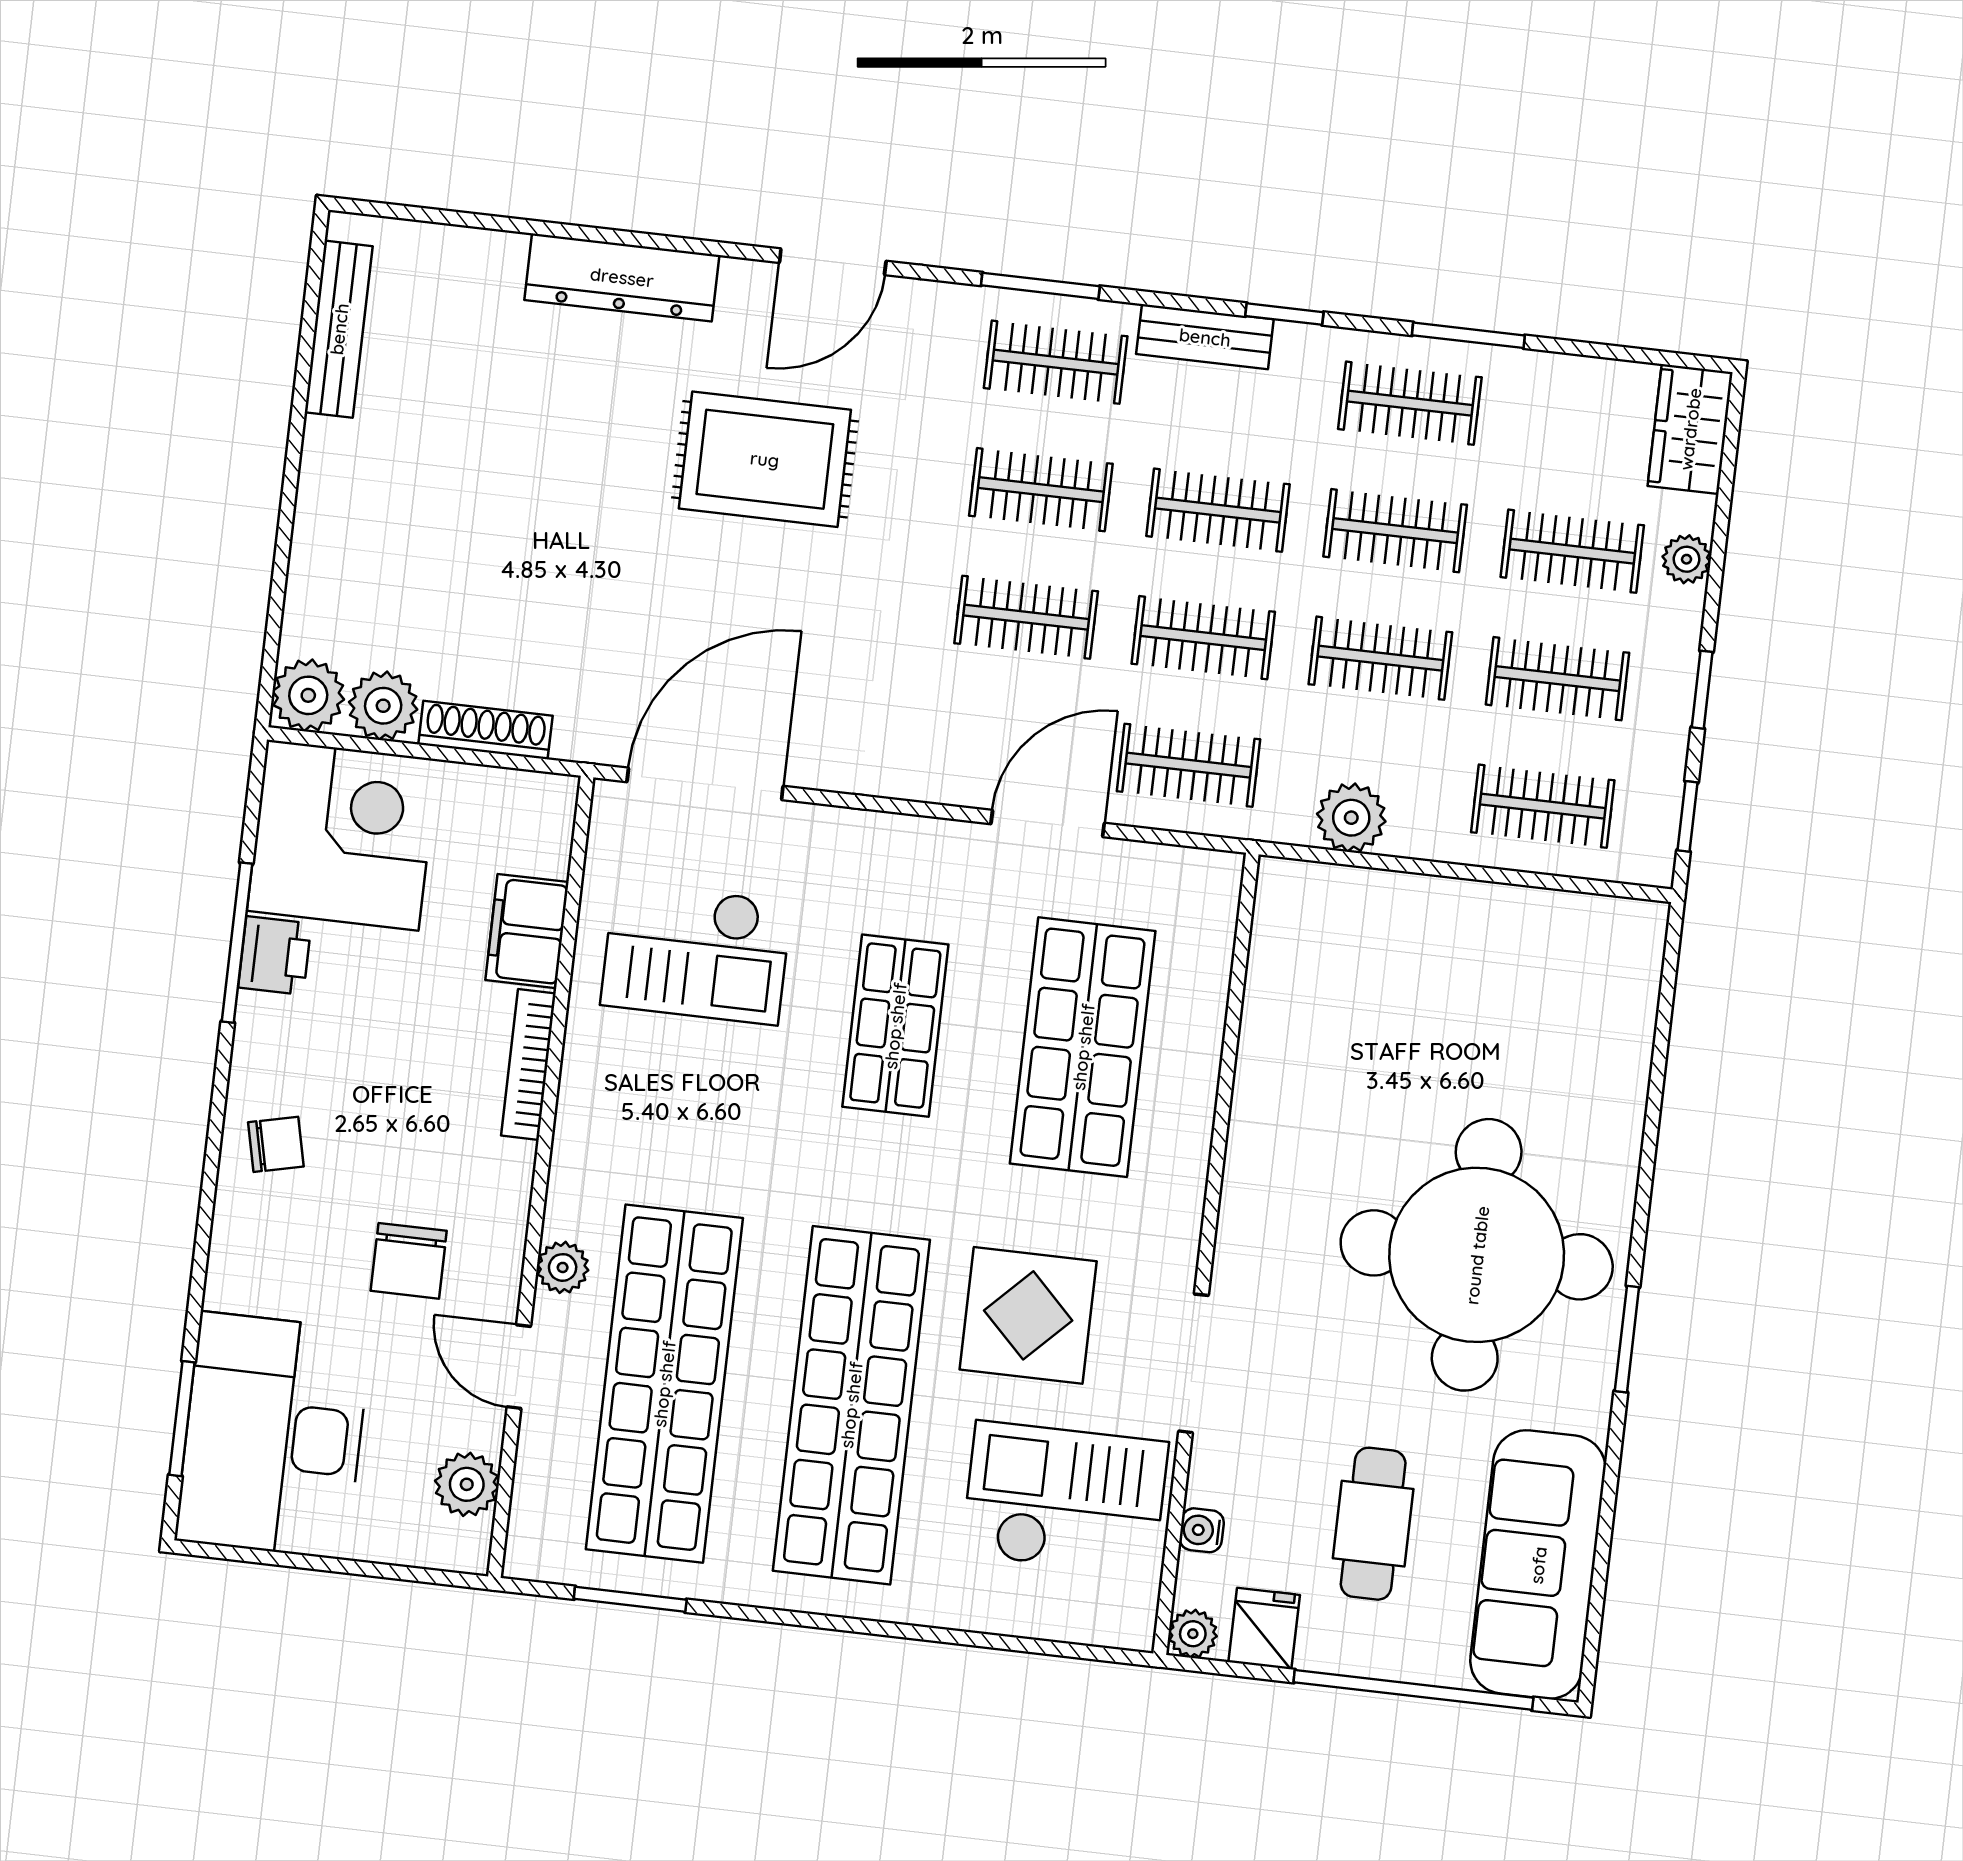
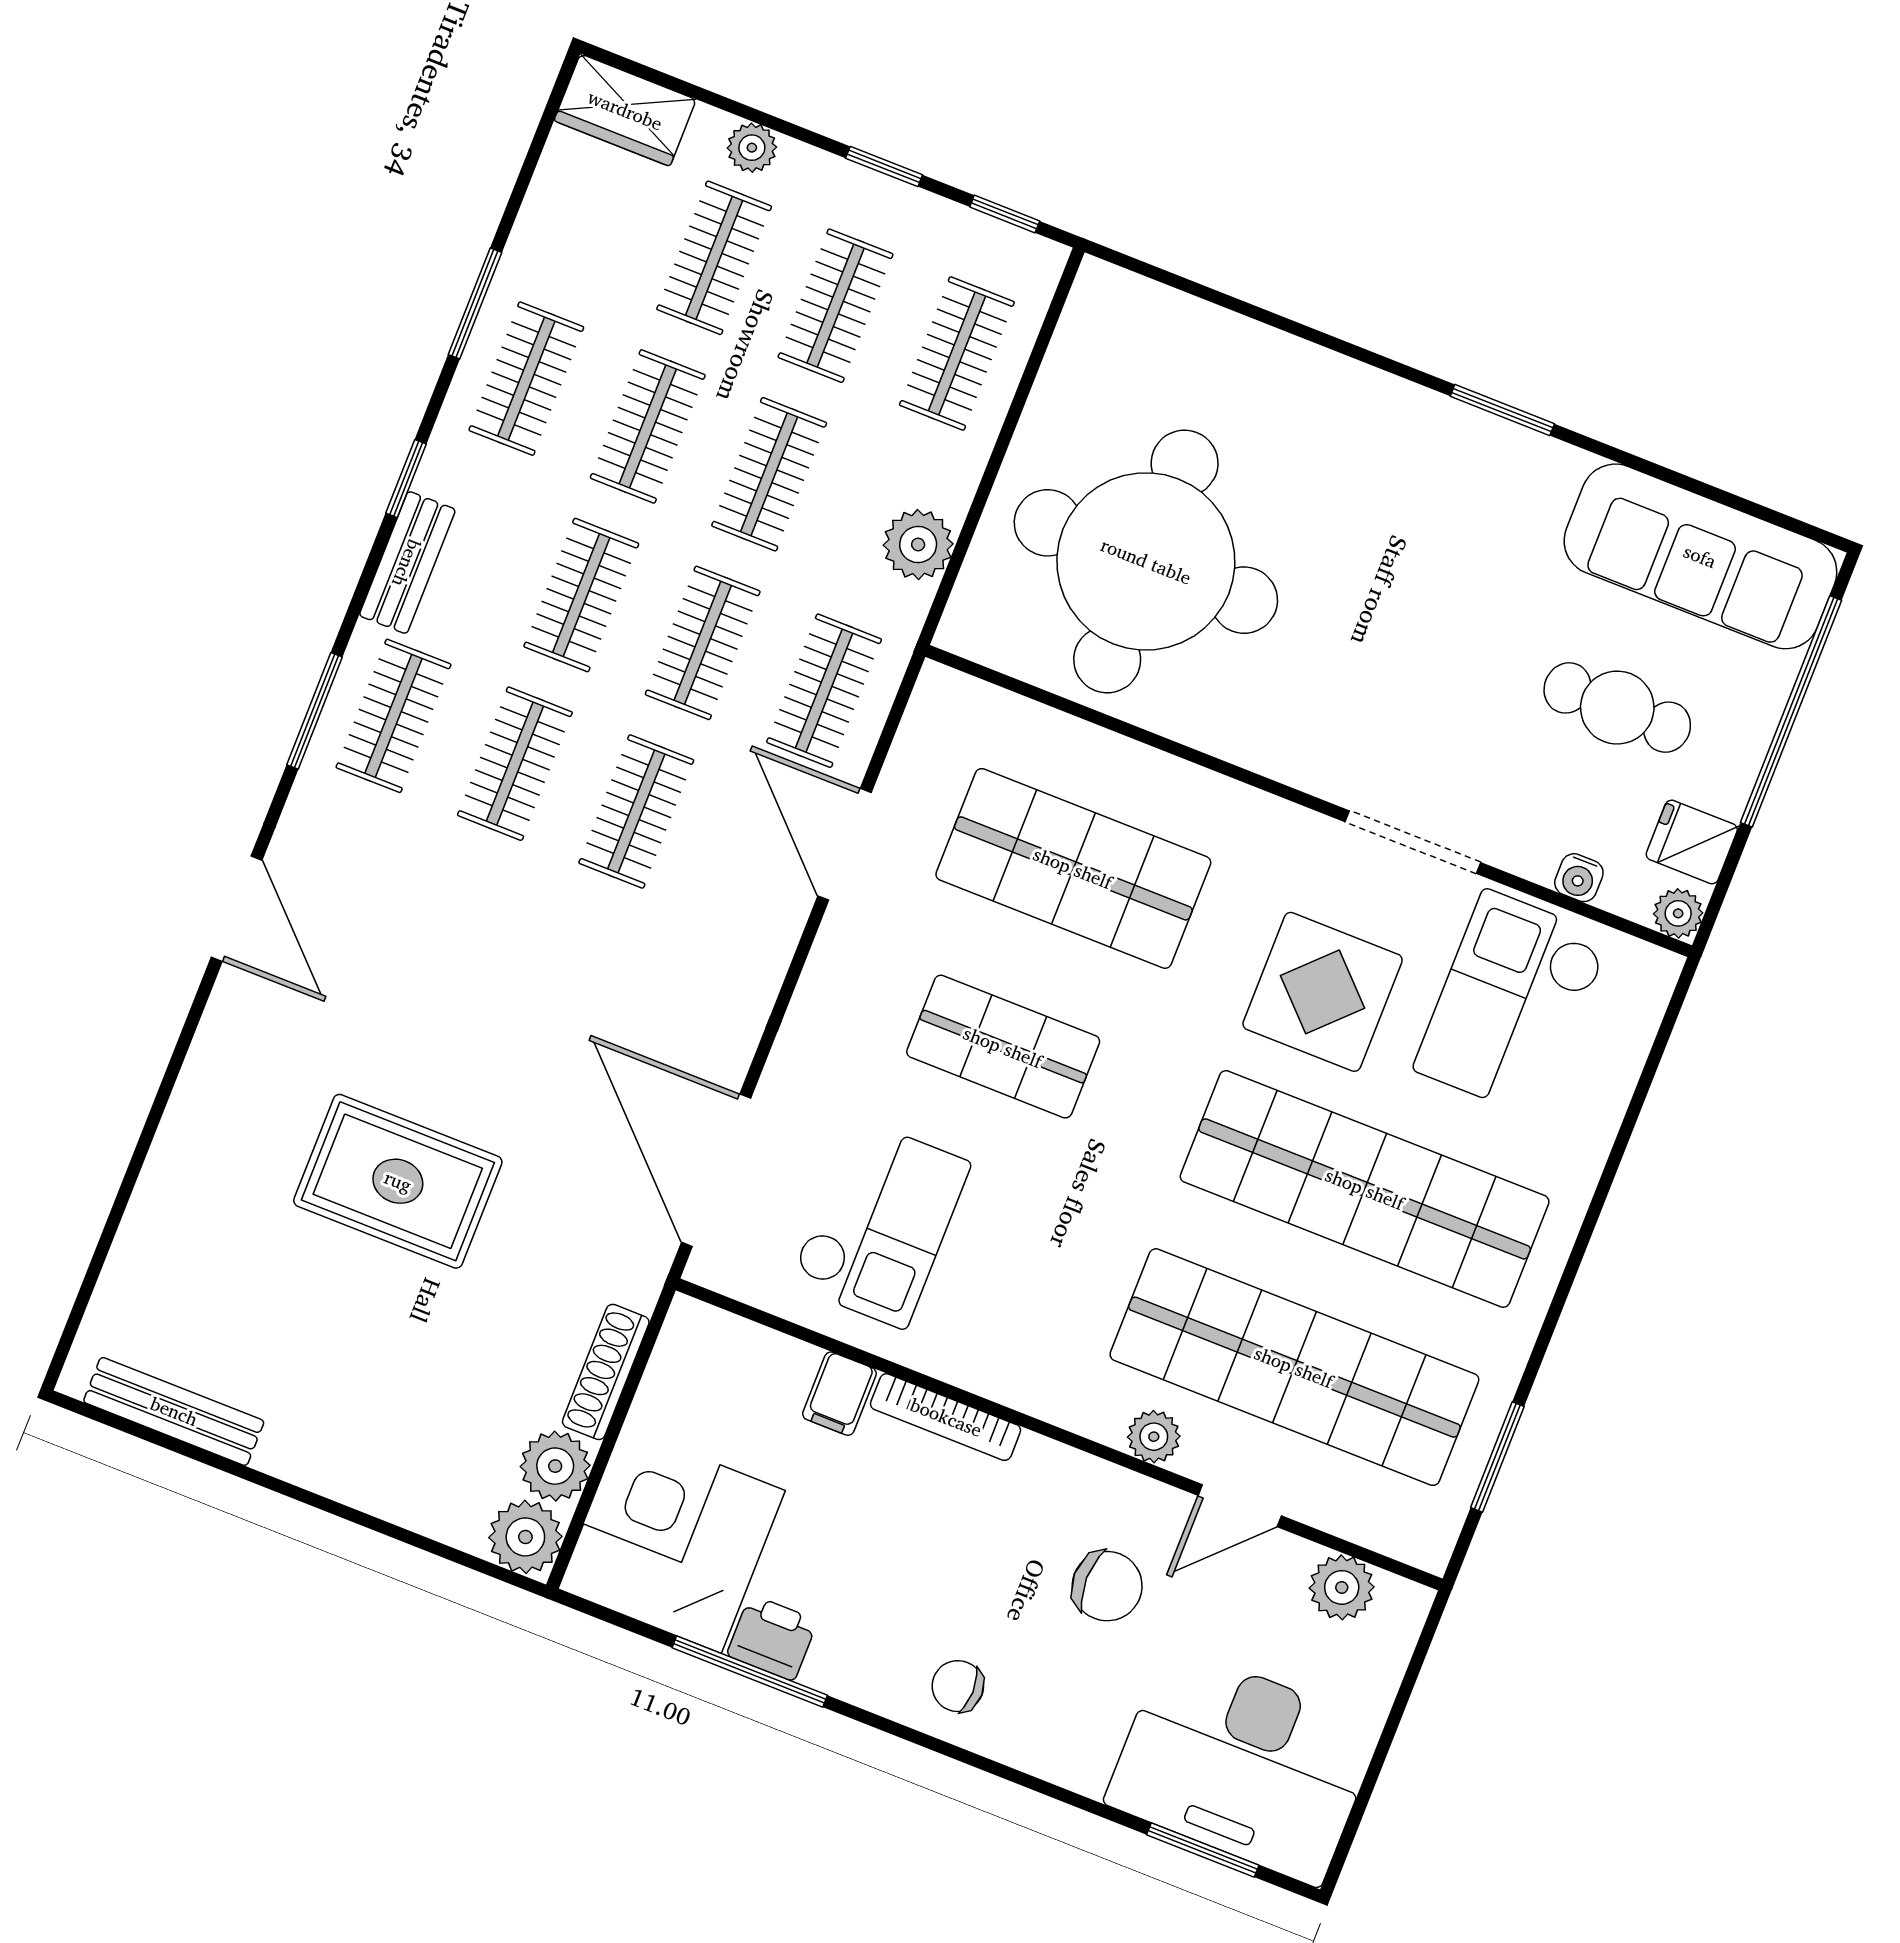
dresser: (622, 277) -> (197, 1120), removed
rug: (765, 459) -> (398, 1181), moved, turned 90
filing cabinet: (527, 931) -> (839, 1394), width x0.50
chair: (276, 1144) -> (958, 1686), turned -77
round table: (1477, 1255) -> (1146, 561), moved

